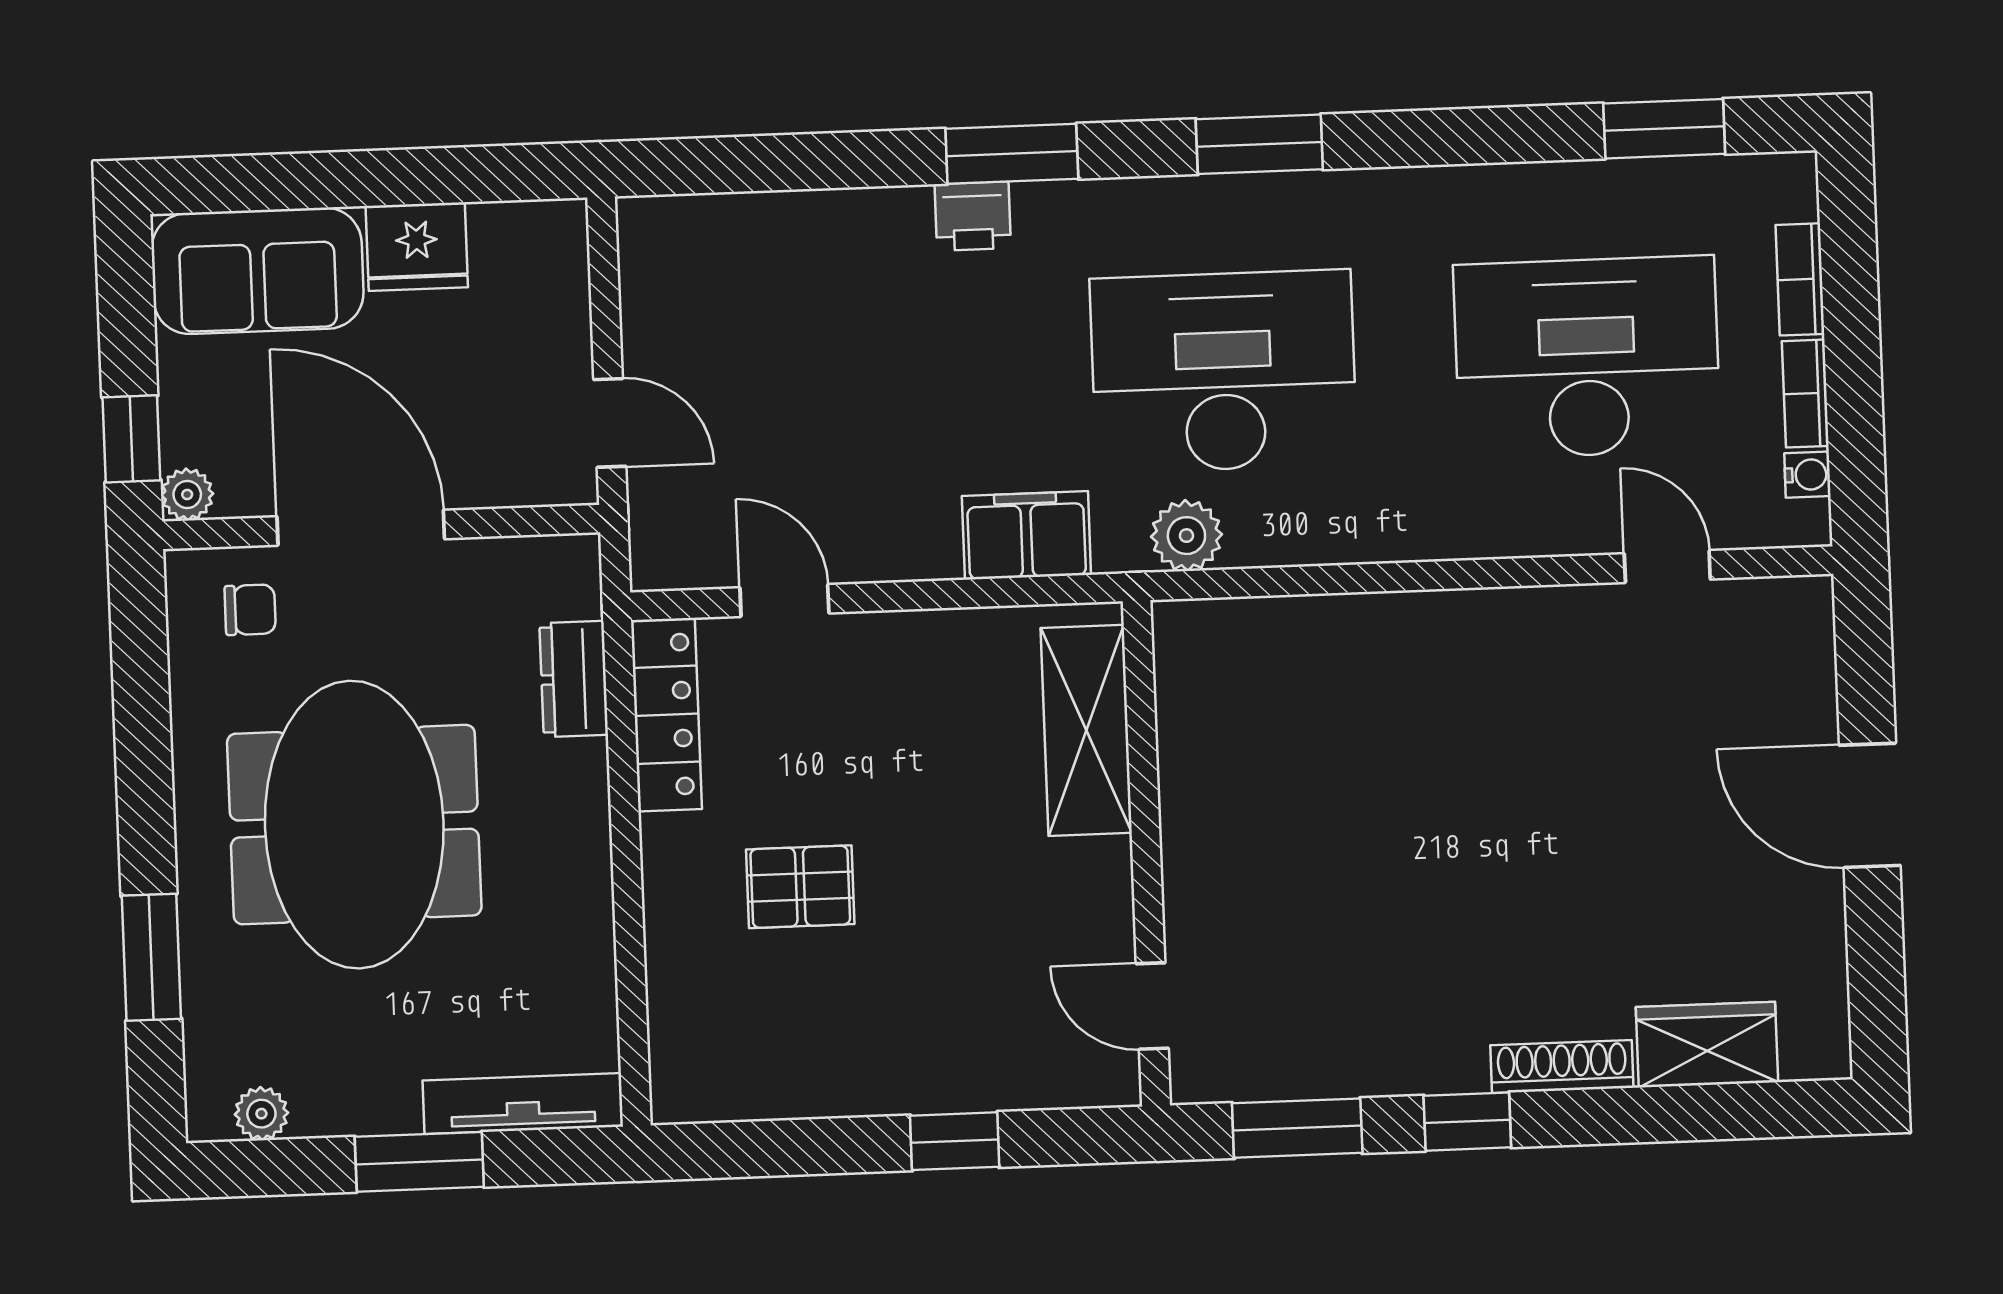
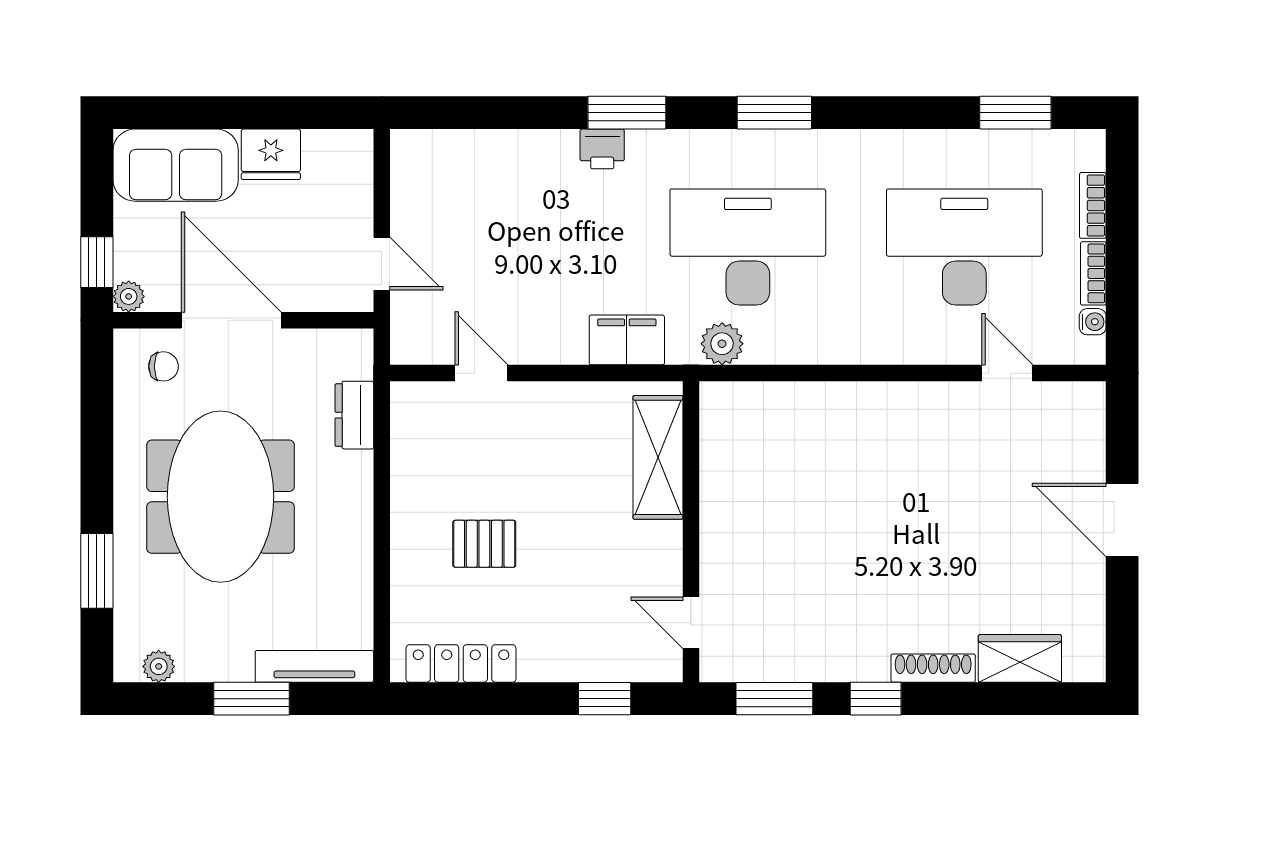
locker: (666, 715) -> (461, 663), moved, turned -90
window: (955, 1141) -> (605, 699), moved

